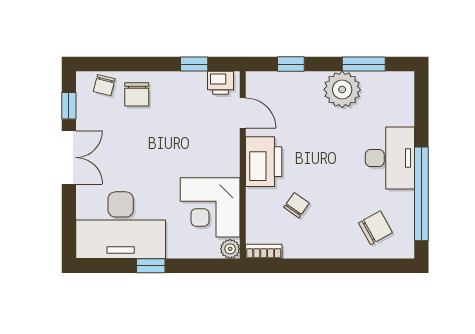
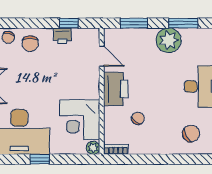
window: (291, 64) -> (134, 23), width x1.50
printer: (221, 83) -> (62, 36), moved

